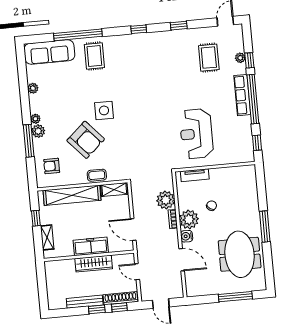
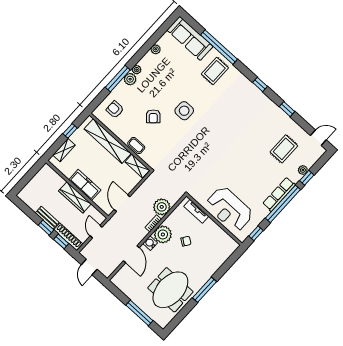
reception desk: (196, 134) -> (229, 209), moved, turned -90
armchair: (86, 140) -> (153, 116), width x0.53, depth x0.53
bench: (85, 302) -> (47, 218), width x0.73

